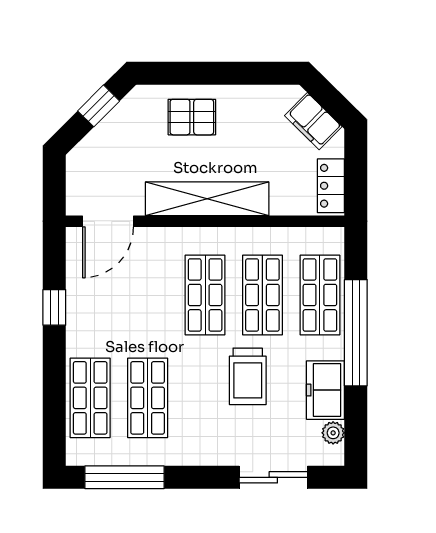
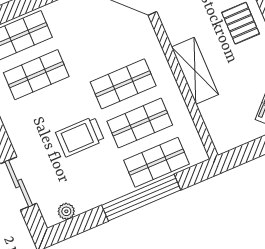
locker: (331, 186) -> (234, 138), removed
shelving: (207, 199) -> (195, 71), width x0.68
freezer: (325, 390) -> (93, 194), removed

